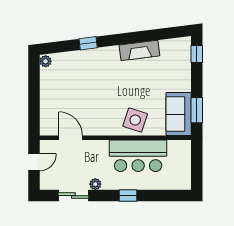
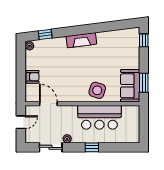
window: (88, 43) -> (45, 34), moved
fireplace: (139, 50) -> (81, 40), moved
armchair: (50, 102) -> (33, 77), added

